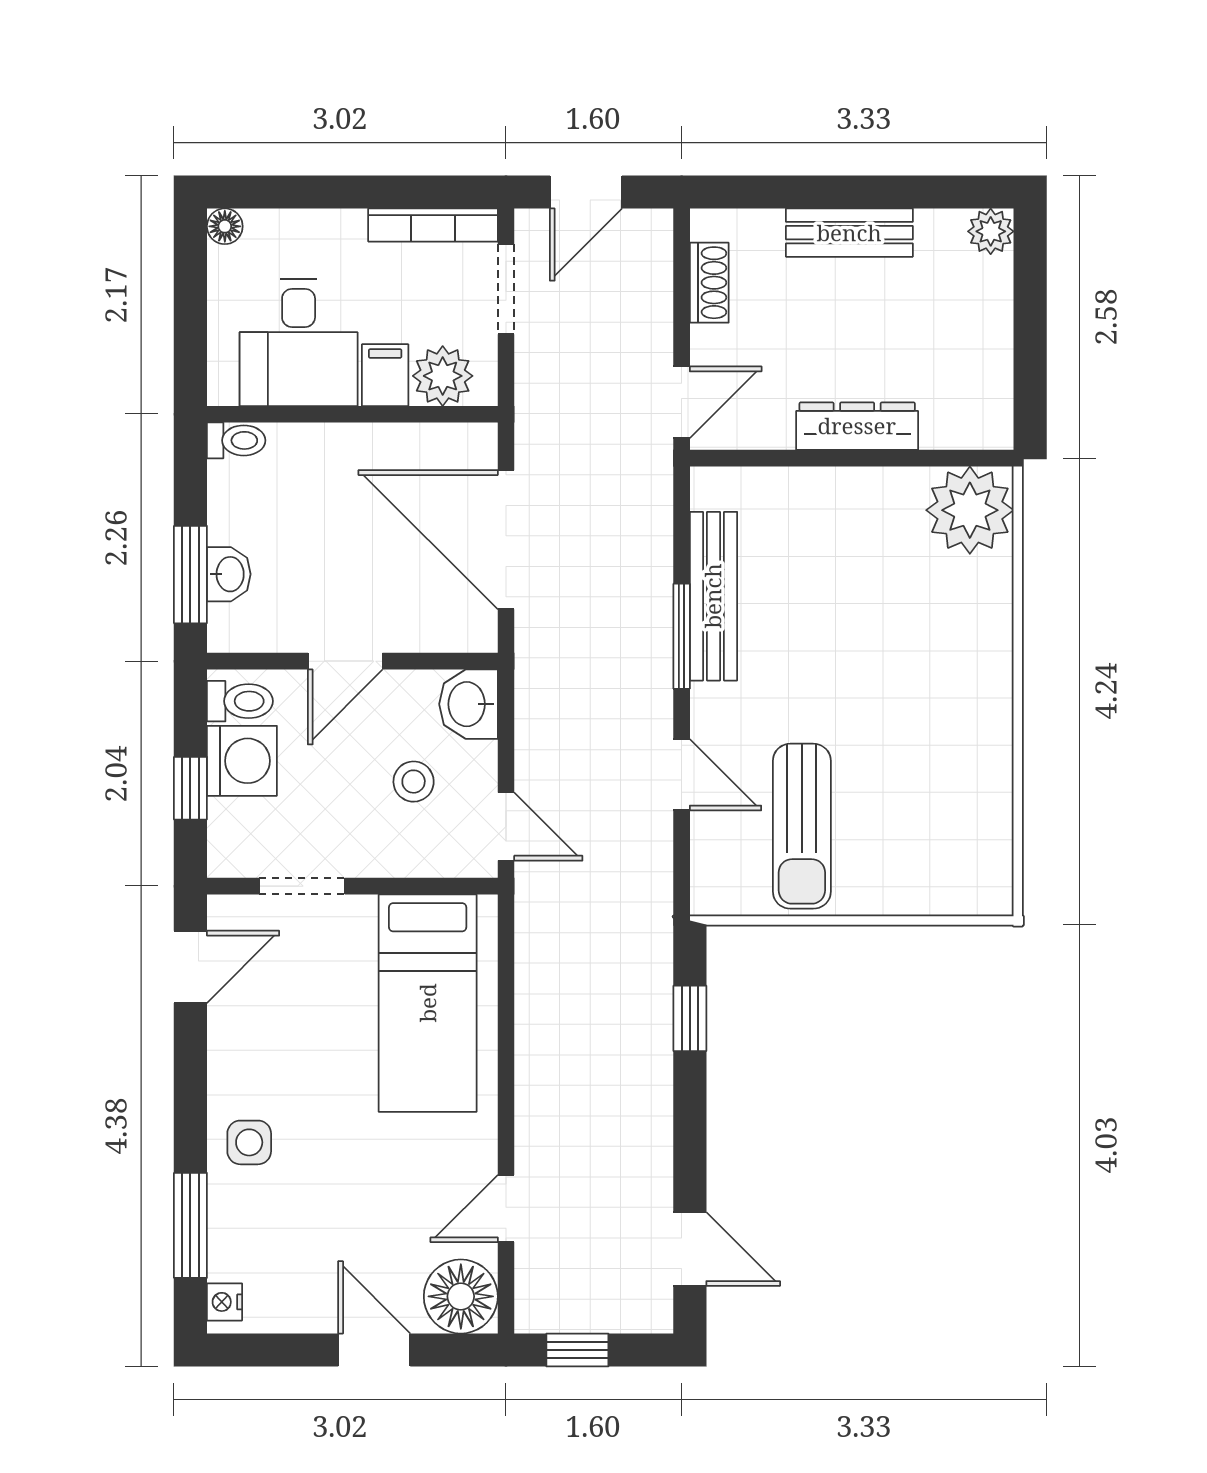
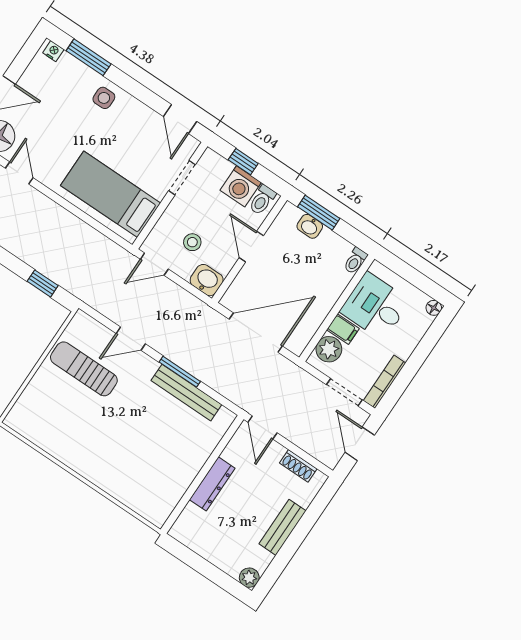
plant: (970, 510) -> (156, 504), removed

